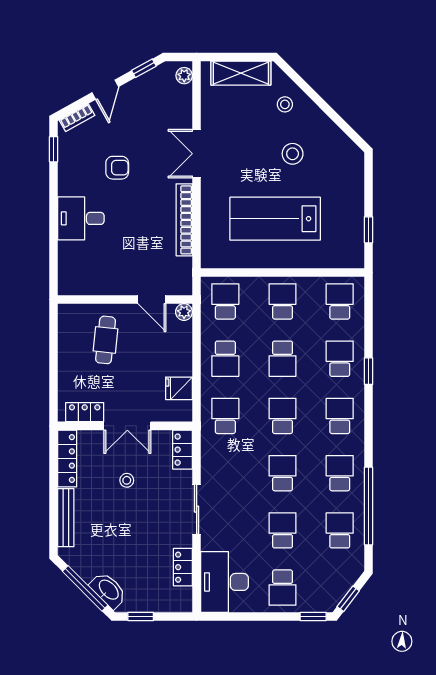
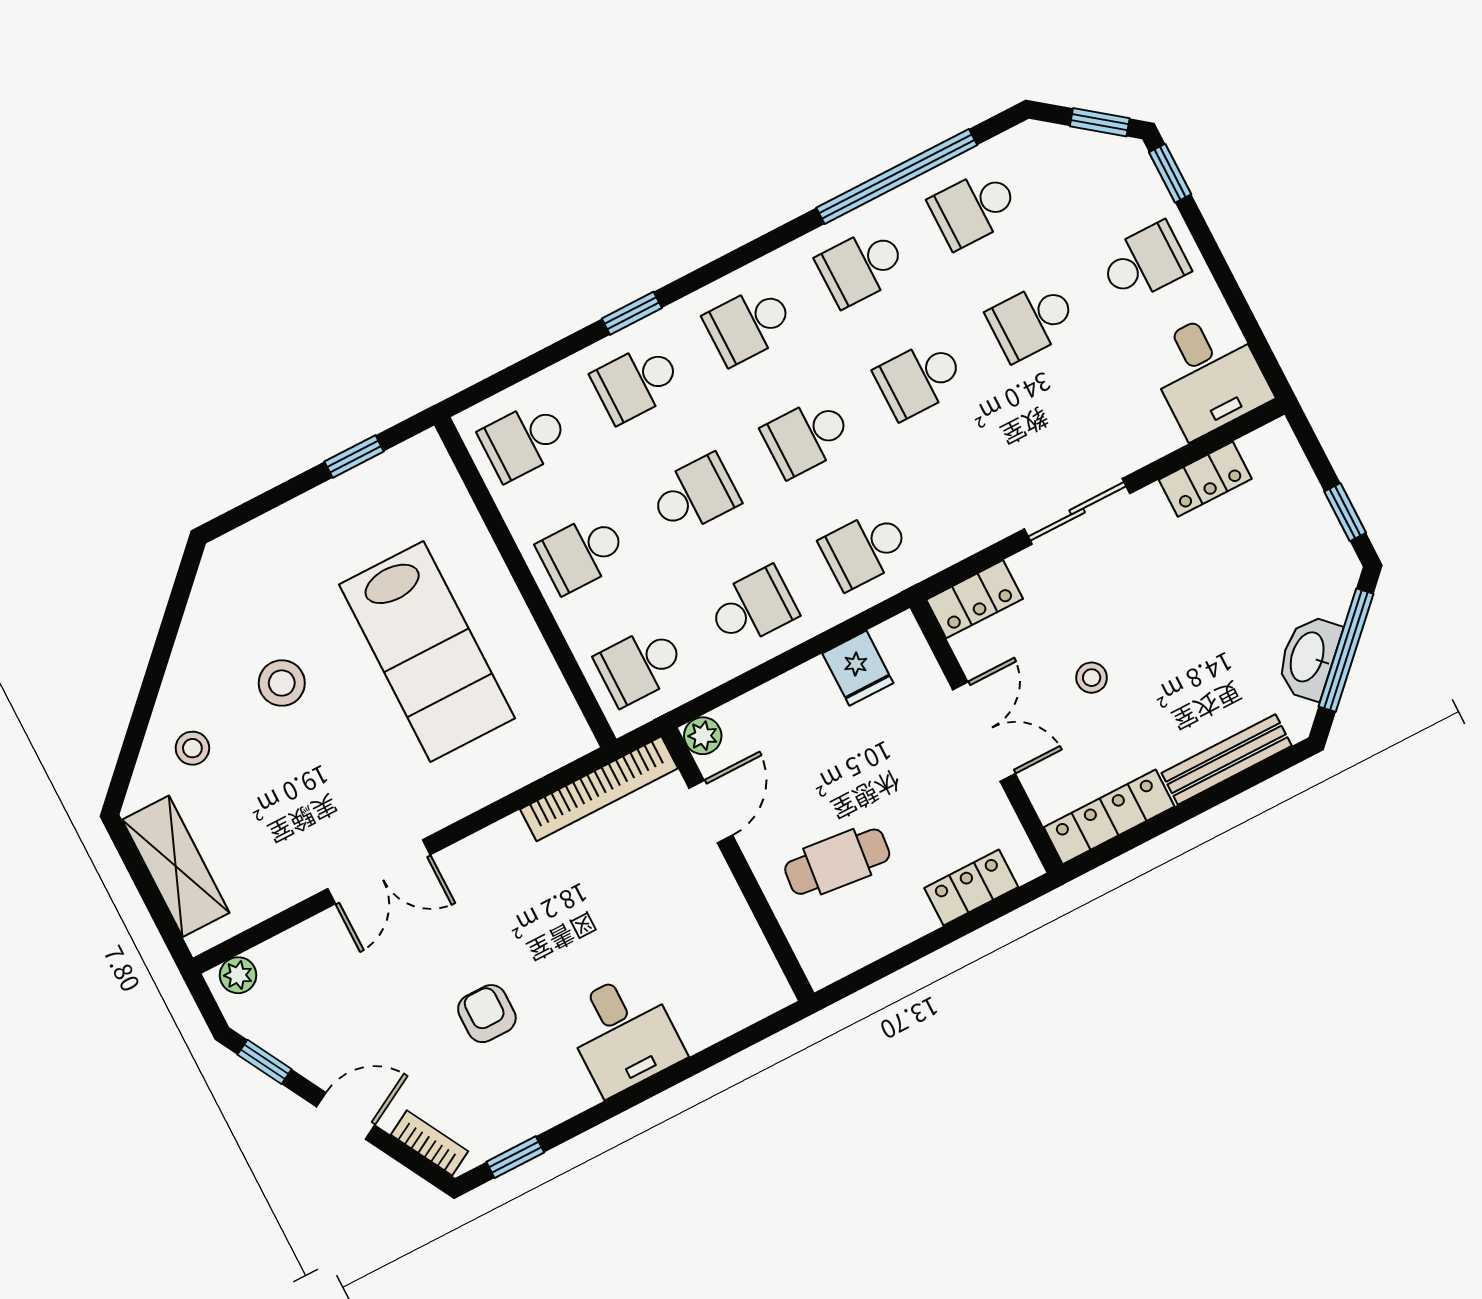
bookcase: (184, 220) -> (599, 789), moved
locker: (85, 412) -> (971, 888), moved, turned 90
desk: (225, 582) -> (1208, 374), width x0.73
washbasin: (108, 590) -> (1309, 657), moved

